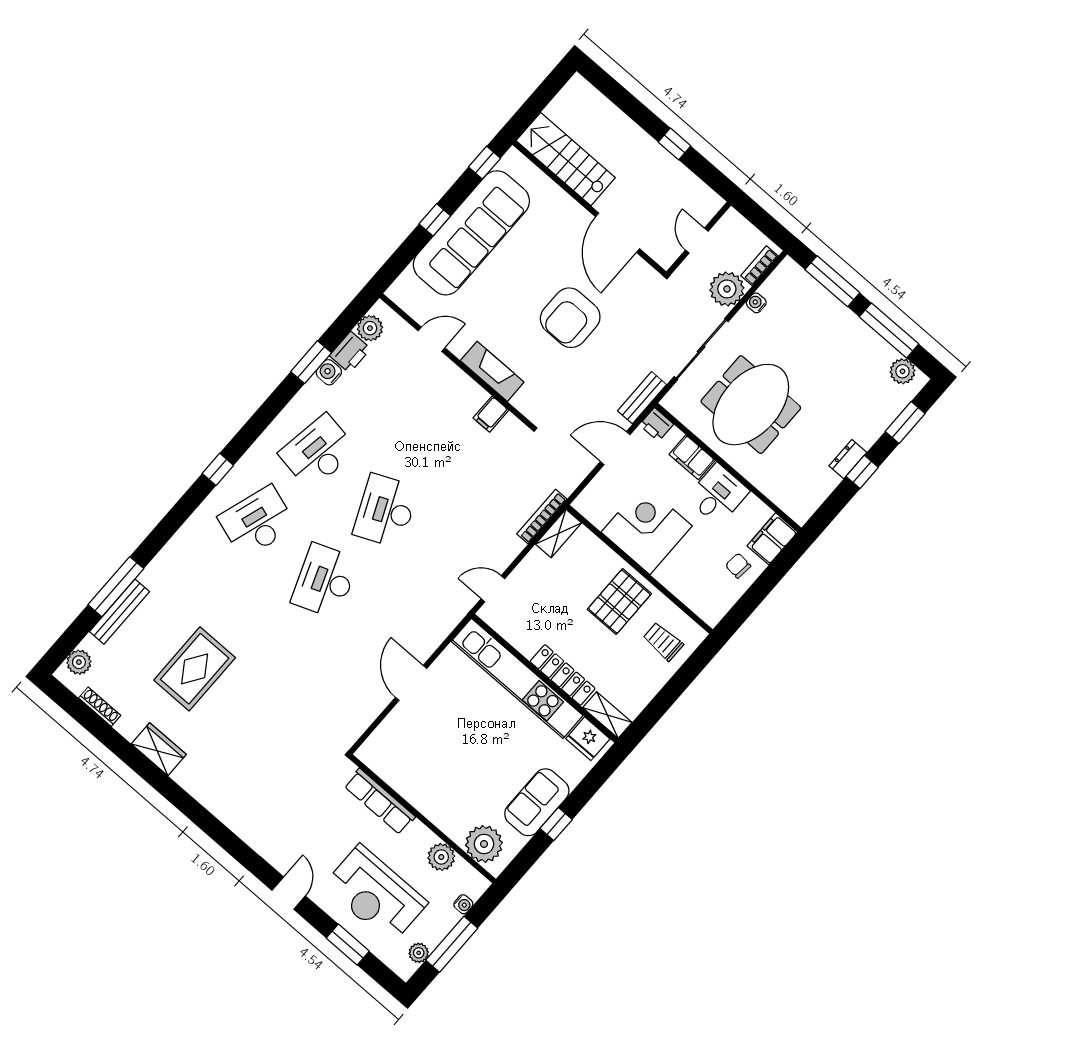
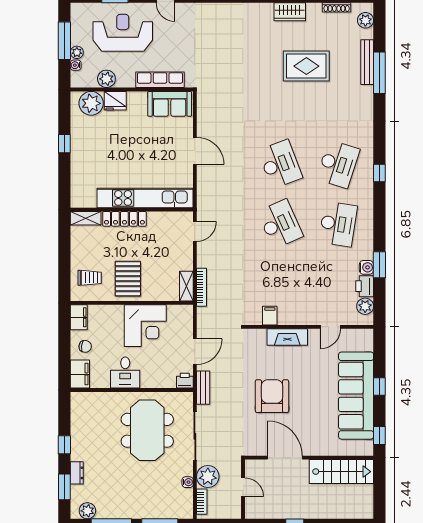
filing cabinet: (692, 457) -> (79, 317), moved, turned 90
dresser: (848, 459) -> (77, 473), moved
rug: (195, 669) -> (306, 66), turned 90
fridge: (588, 739) -> (115, 101), moved, turned 180
sofa: (537, 802) -> (170, 104), moved, turned 90
plant: (419, 953) -> (77, 52), moved

